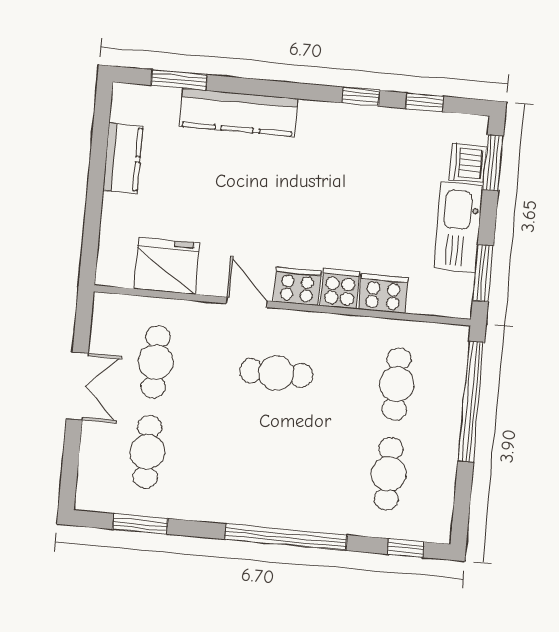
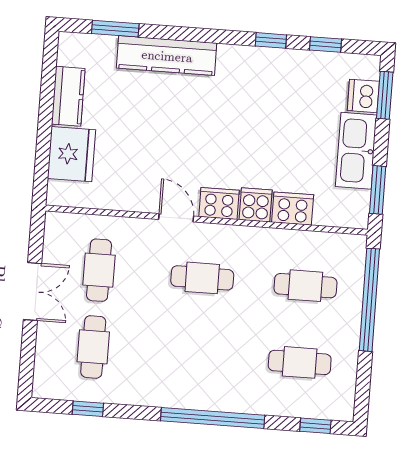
fridge: (167, 266) -> (72, 154), moved, turned 90
cafe table: (397, 384) -> (305, 286), turned 90
cafe table: (389, 474) -> (300, 362), turned 90
window: (140, 524) -> (88, 409), width x0.67

